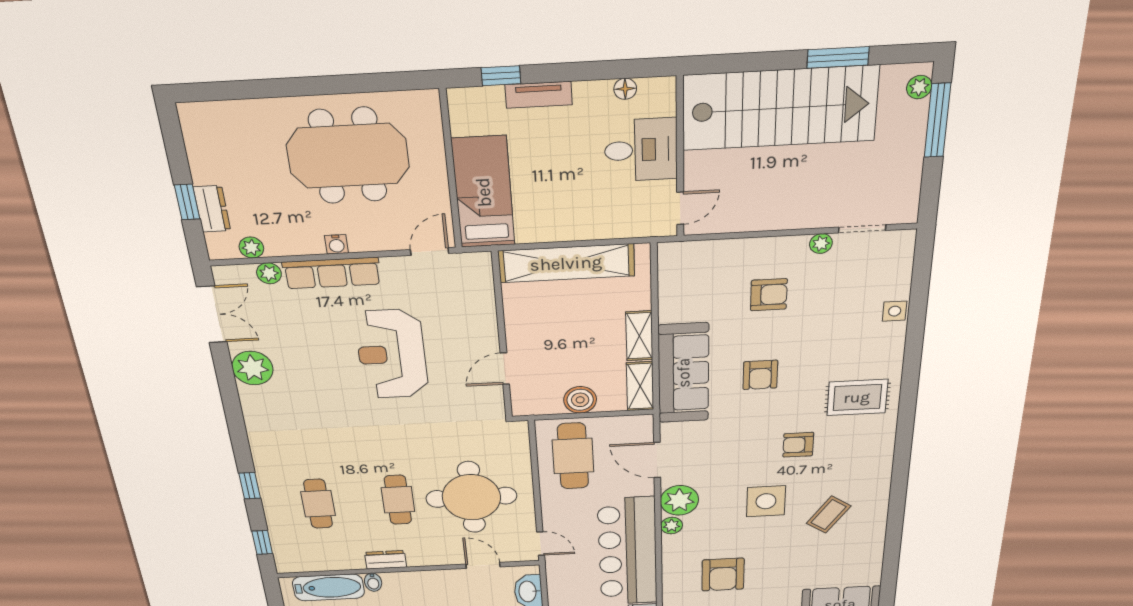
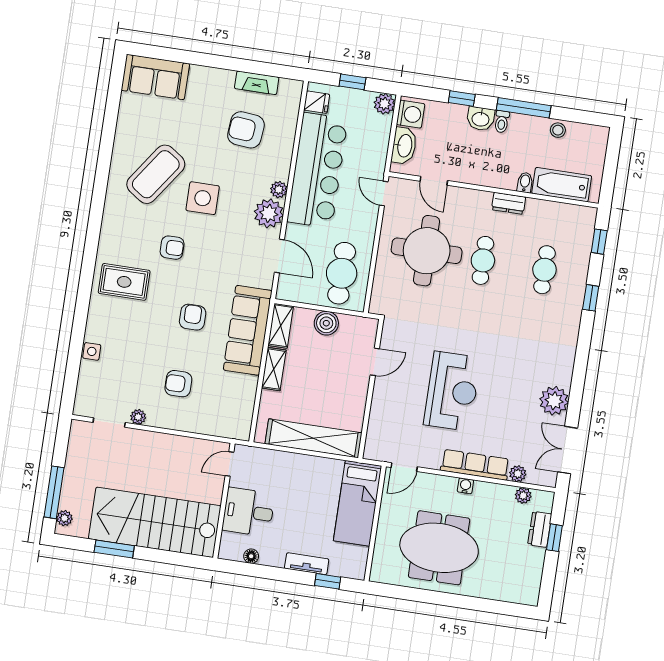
coffee table: (829, 515) -> (156, 174), width x1.86, depth x1.72
armchair: (723, 575) -> (246, 130), turned -85

